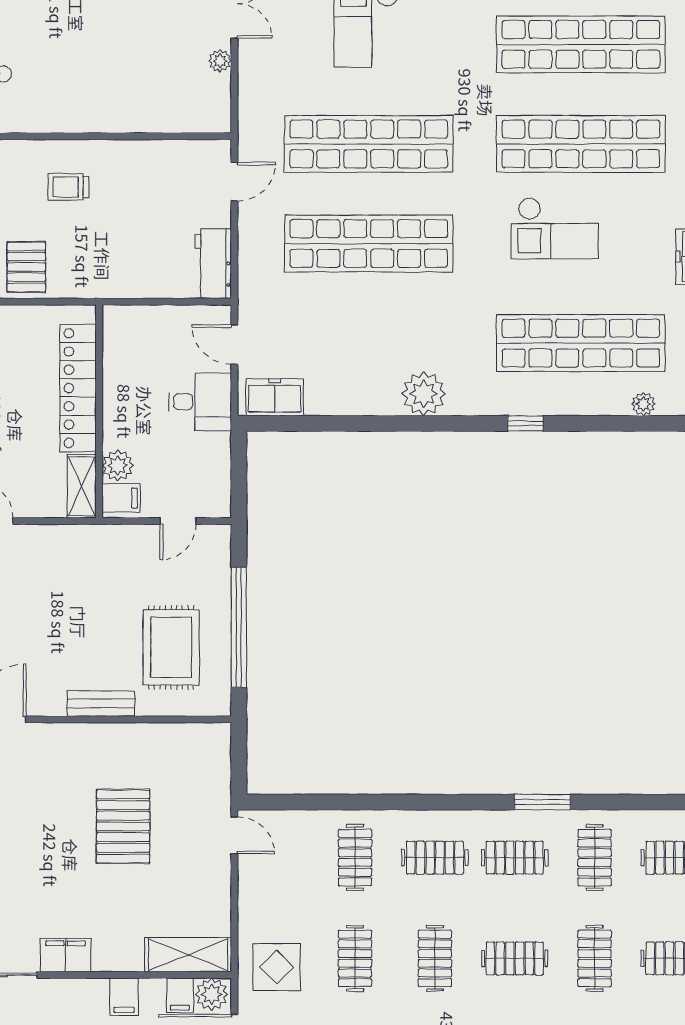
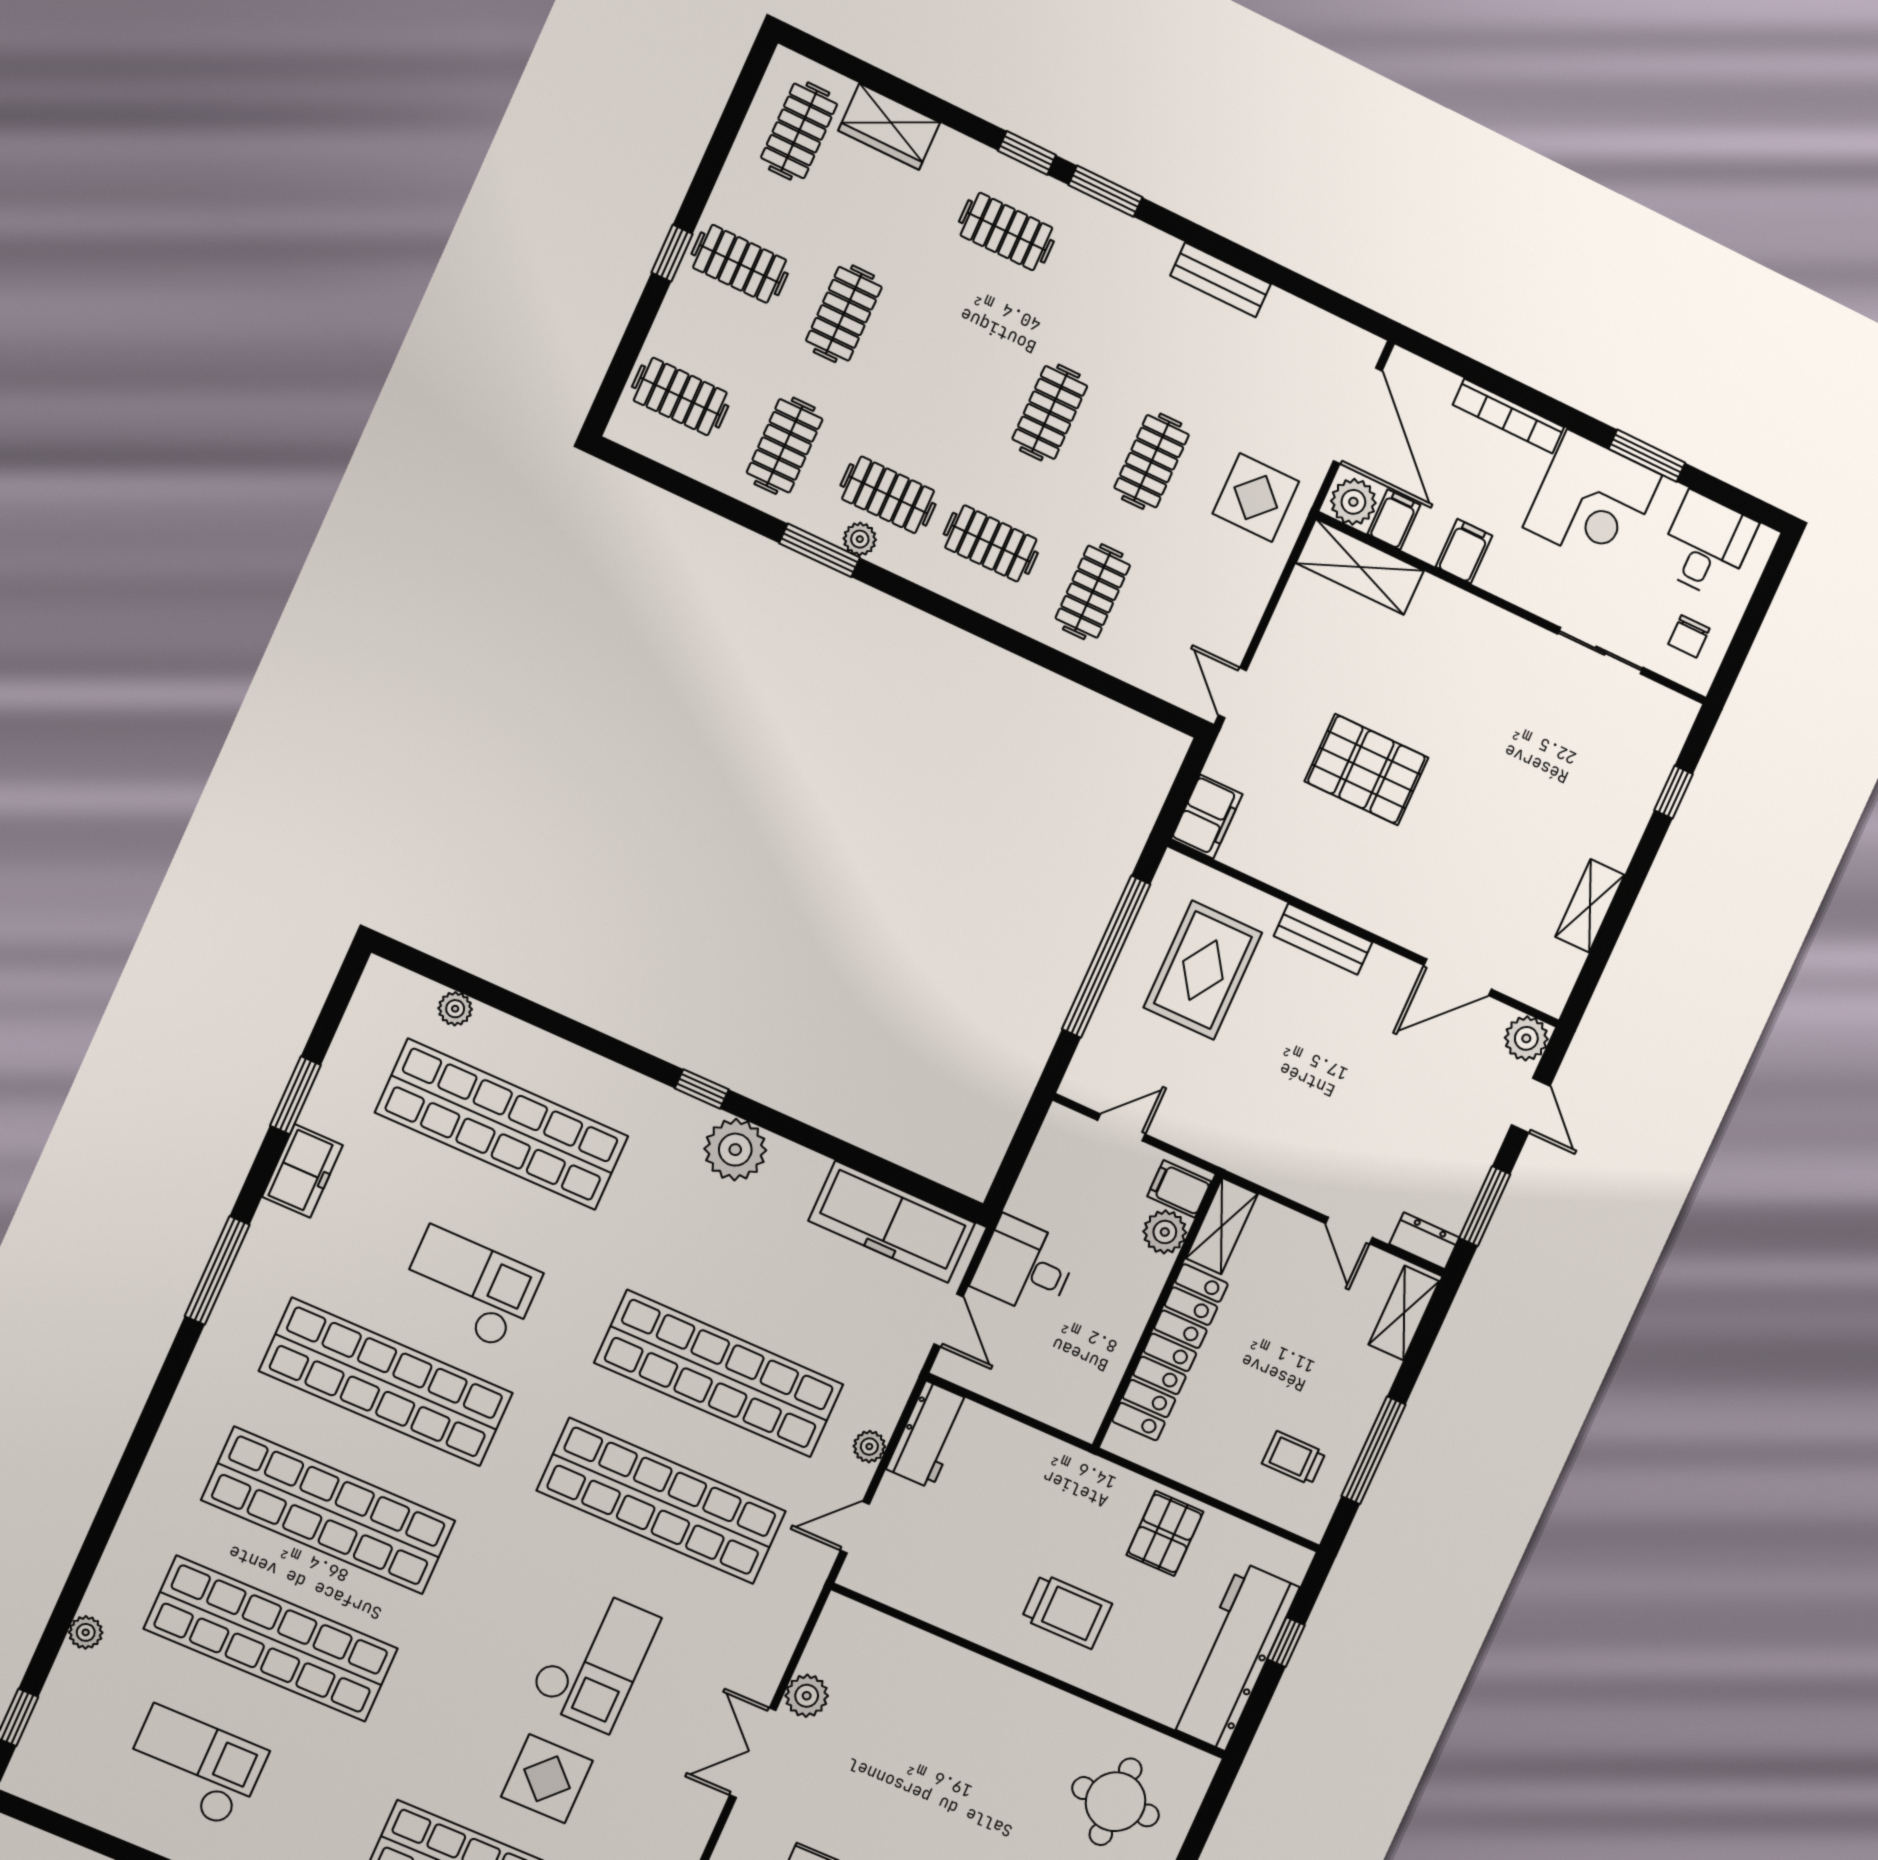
plant: (220, 61) -> (807, 1696), width x1.38, depth x1.38
trolley: (68, 187) -> (1067, 1611), width x1.36, depth x1.39
plant: (249, 239) -> (869, 1447), added
freezer: (275, 397) -> (892, 1222), width x1.91, depth x1.26
window: (525, 423) -> (702, 1089), moved
plant: (520, 821) -> (860, 539), added
pallet: (123, 826) -> (1366, 770), turned 90
filing cabinet: (66, 955) -> (1207, 817), moved, turned -90
clothes rail: (515, 958) -> (947, 363), removed

